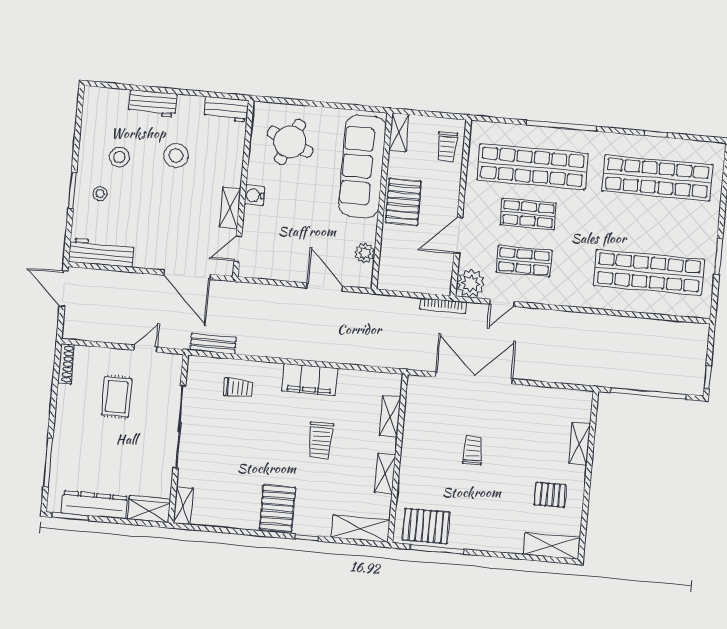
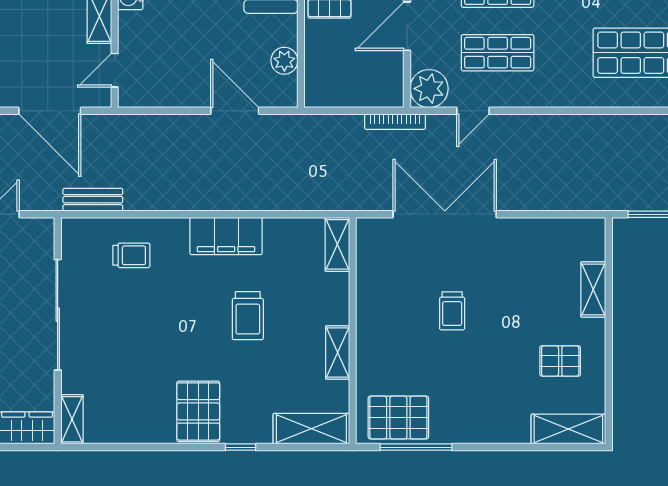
shelving: (390, 416) -> (337, 244), moved
trolley: (473, 450) -> (452, 311), turned 180

